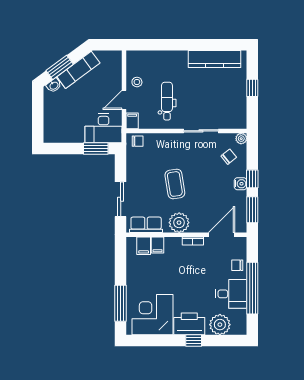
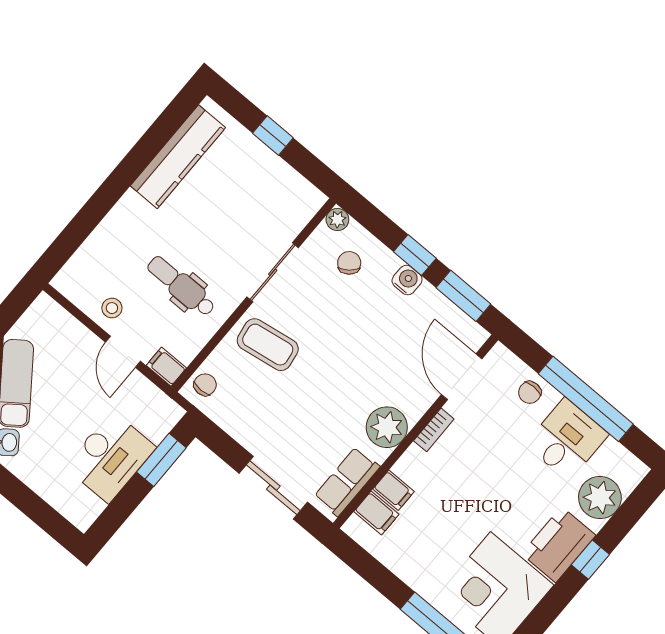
desk: (104, 128) -> (110, 457), moved
coffee table: (175, 184) -> (268, 345), moved

